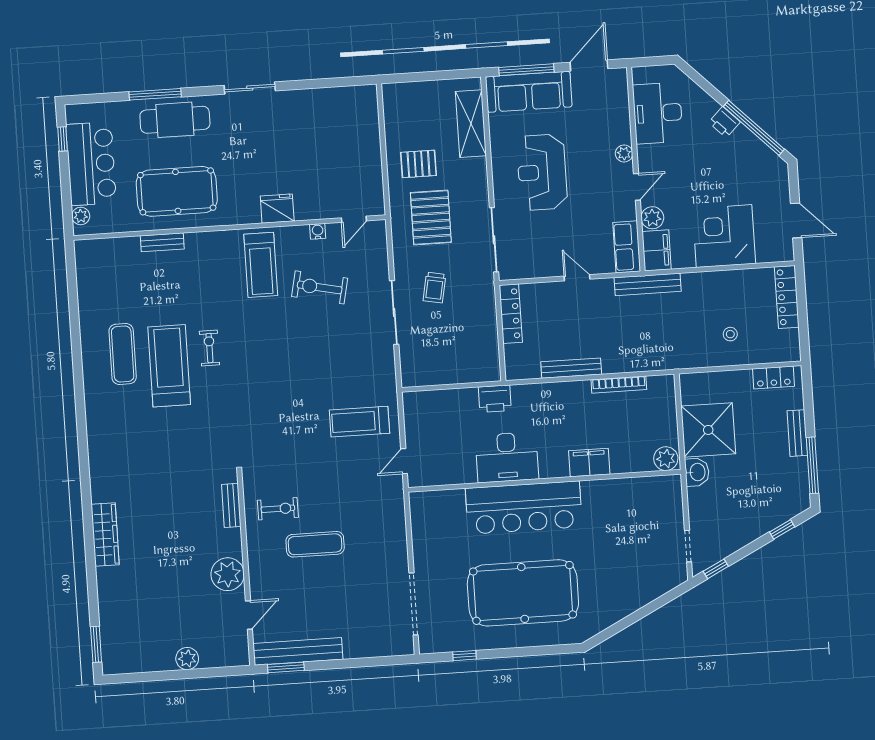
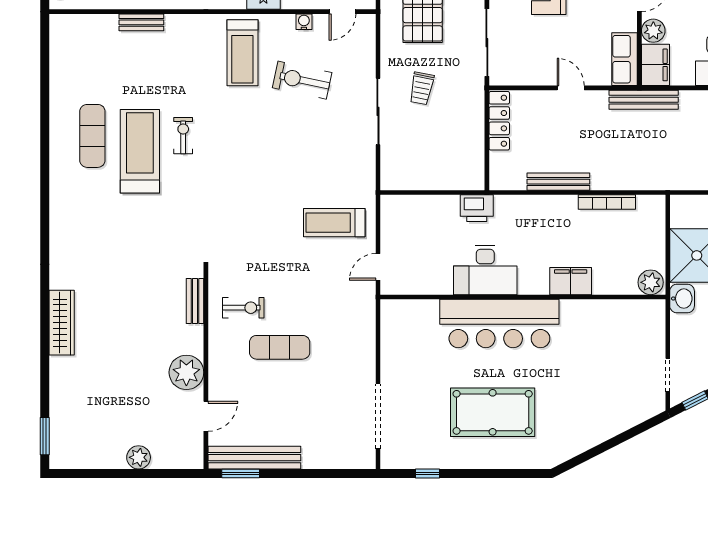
pool table: (523, 593) -> (493, 412), width x0.73, depth x0.76

